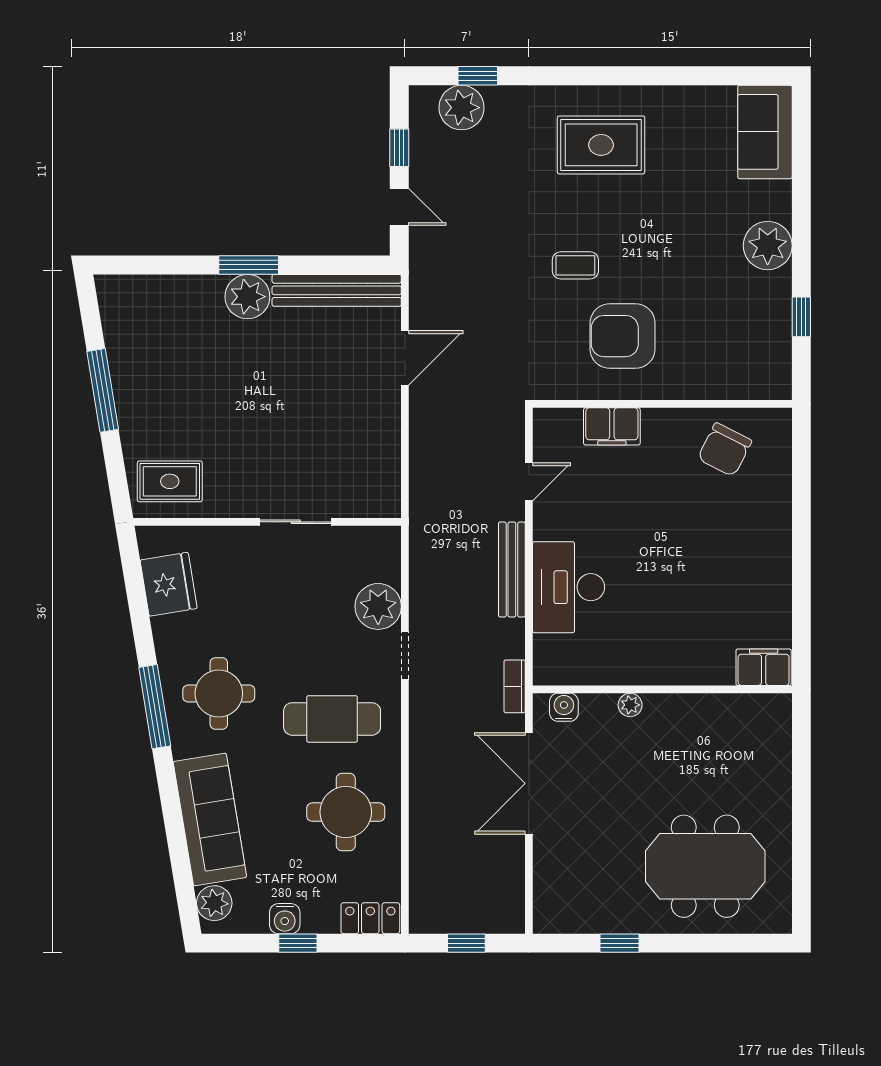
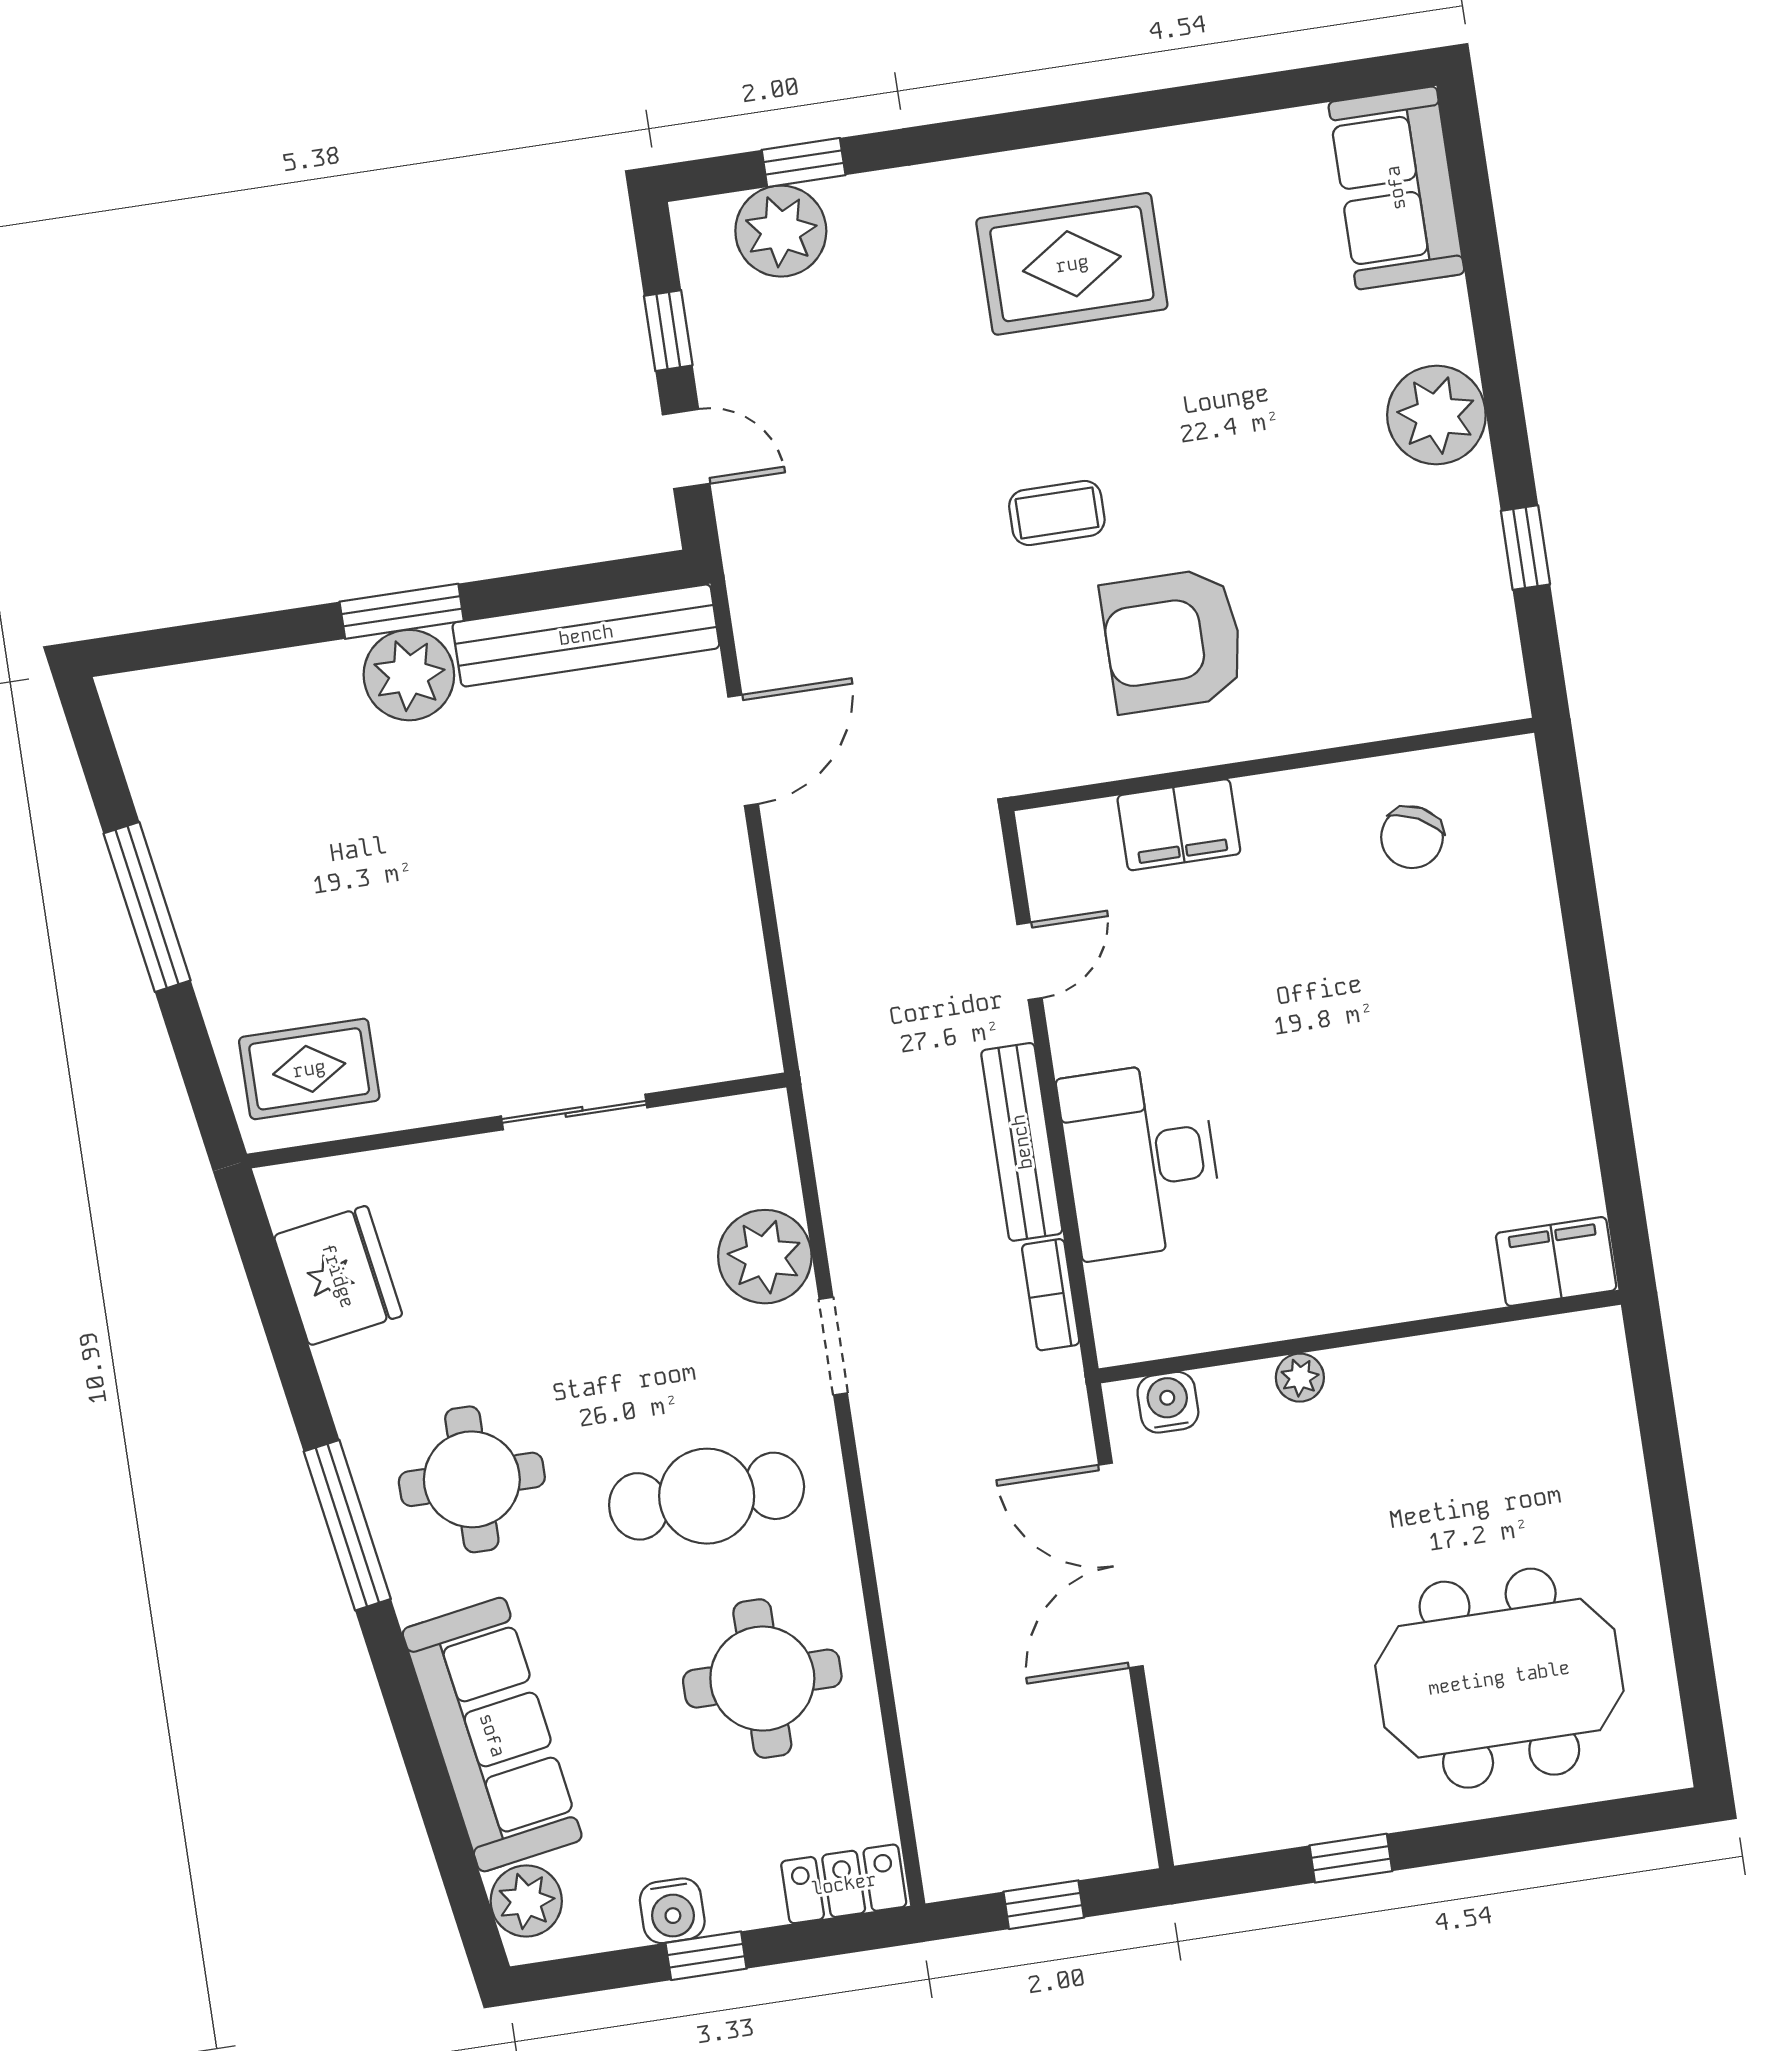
chair: (725, 450) -> (1412, 837), width x0.73, depth x0.73
bookcase: (515, 686) -> (1051, 1295), moved

